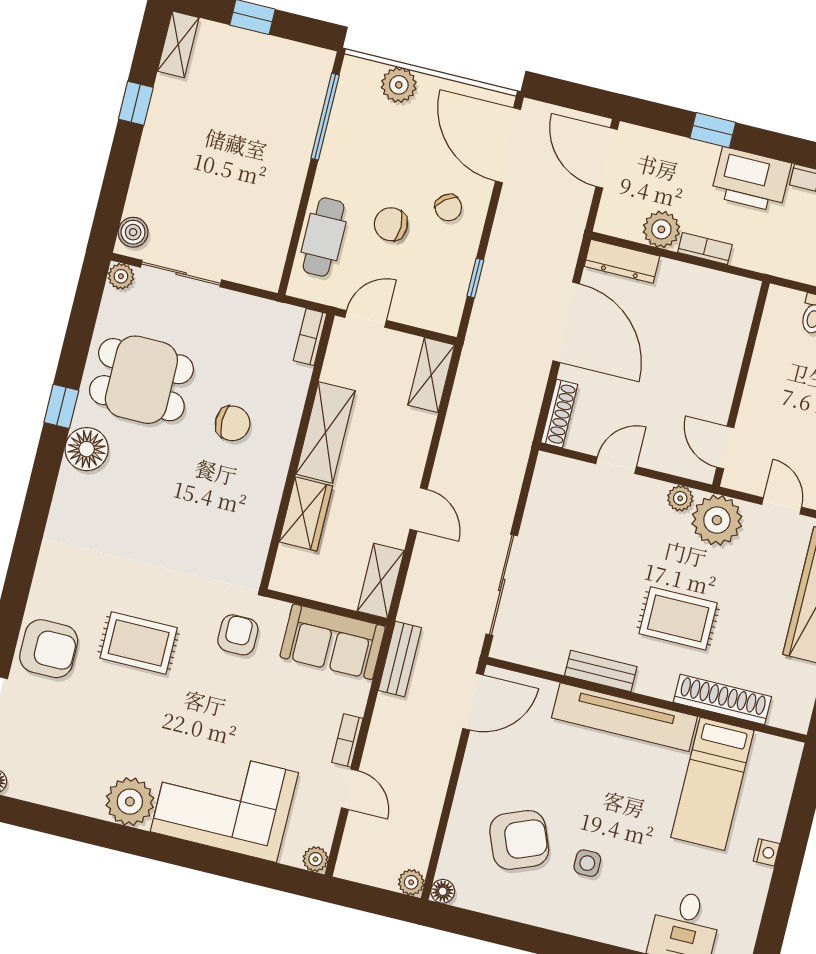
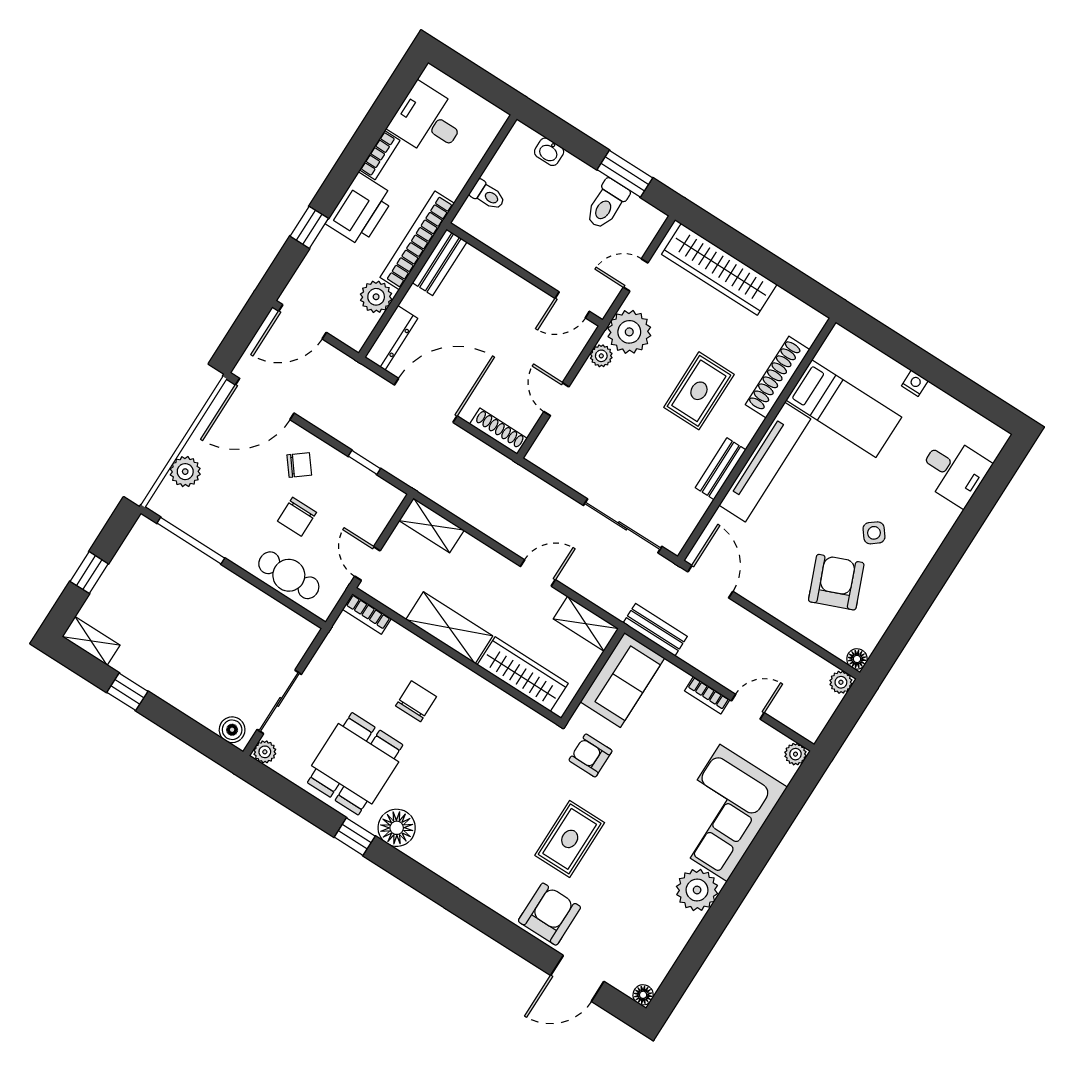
bookcase: (705, 249) -> (417, 240), width x2.31, depth x1.31
bench: (723, 286) -> (440, 262), added
wardrobe: (306, 514) -> (523, 674), width x1.50
side table: (587, 863) -> (874, 533), turned -38

